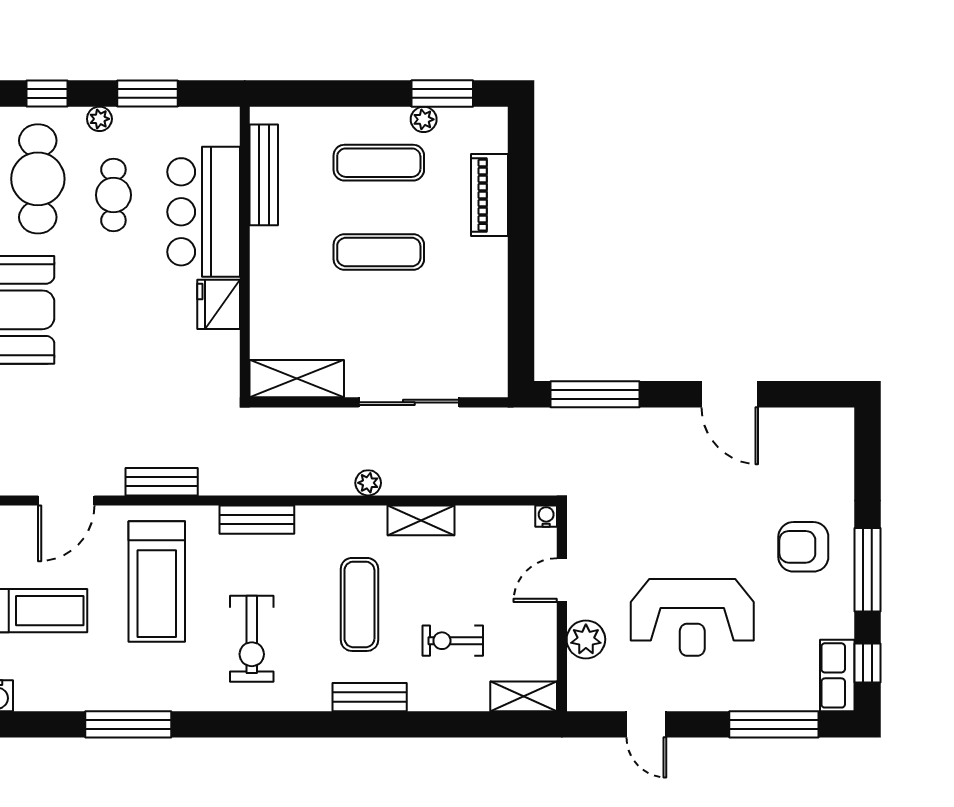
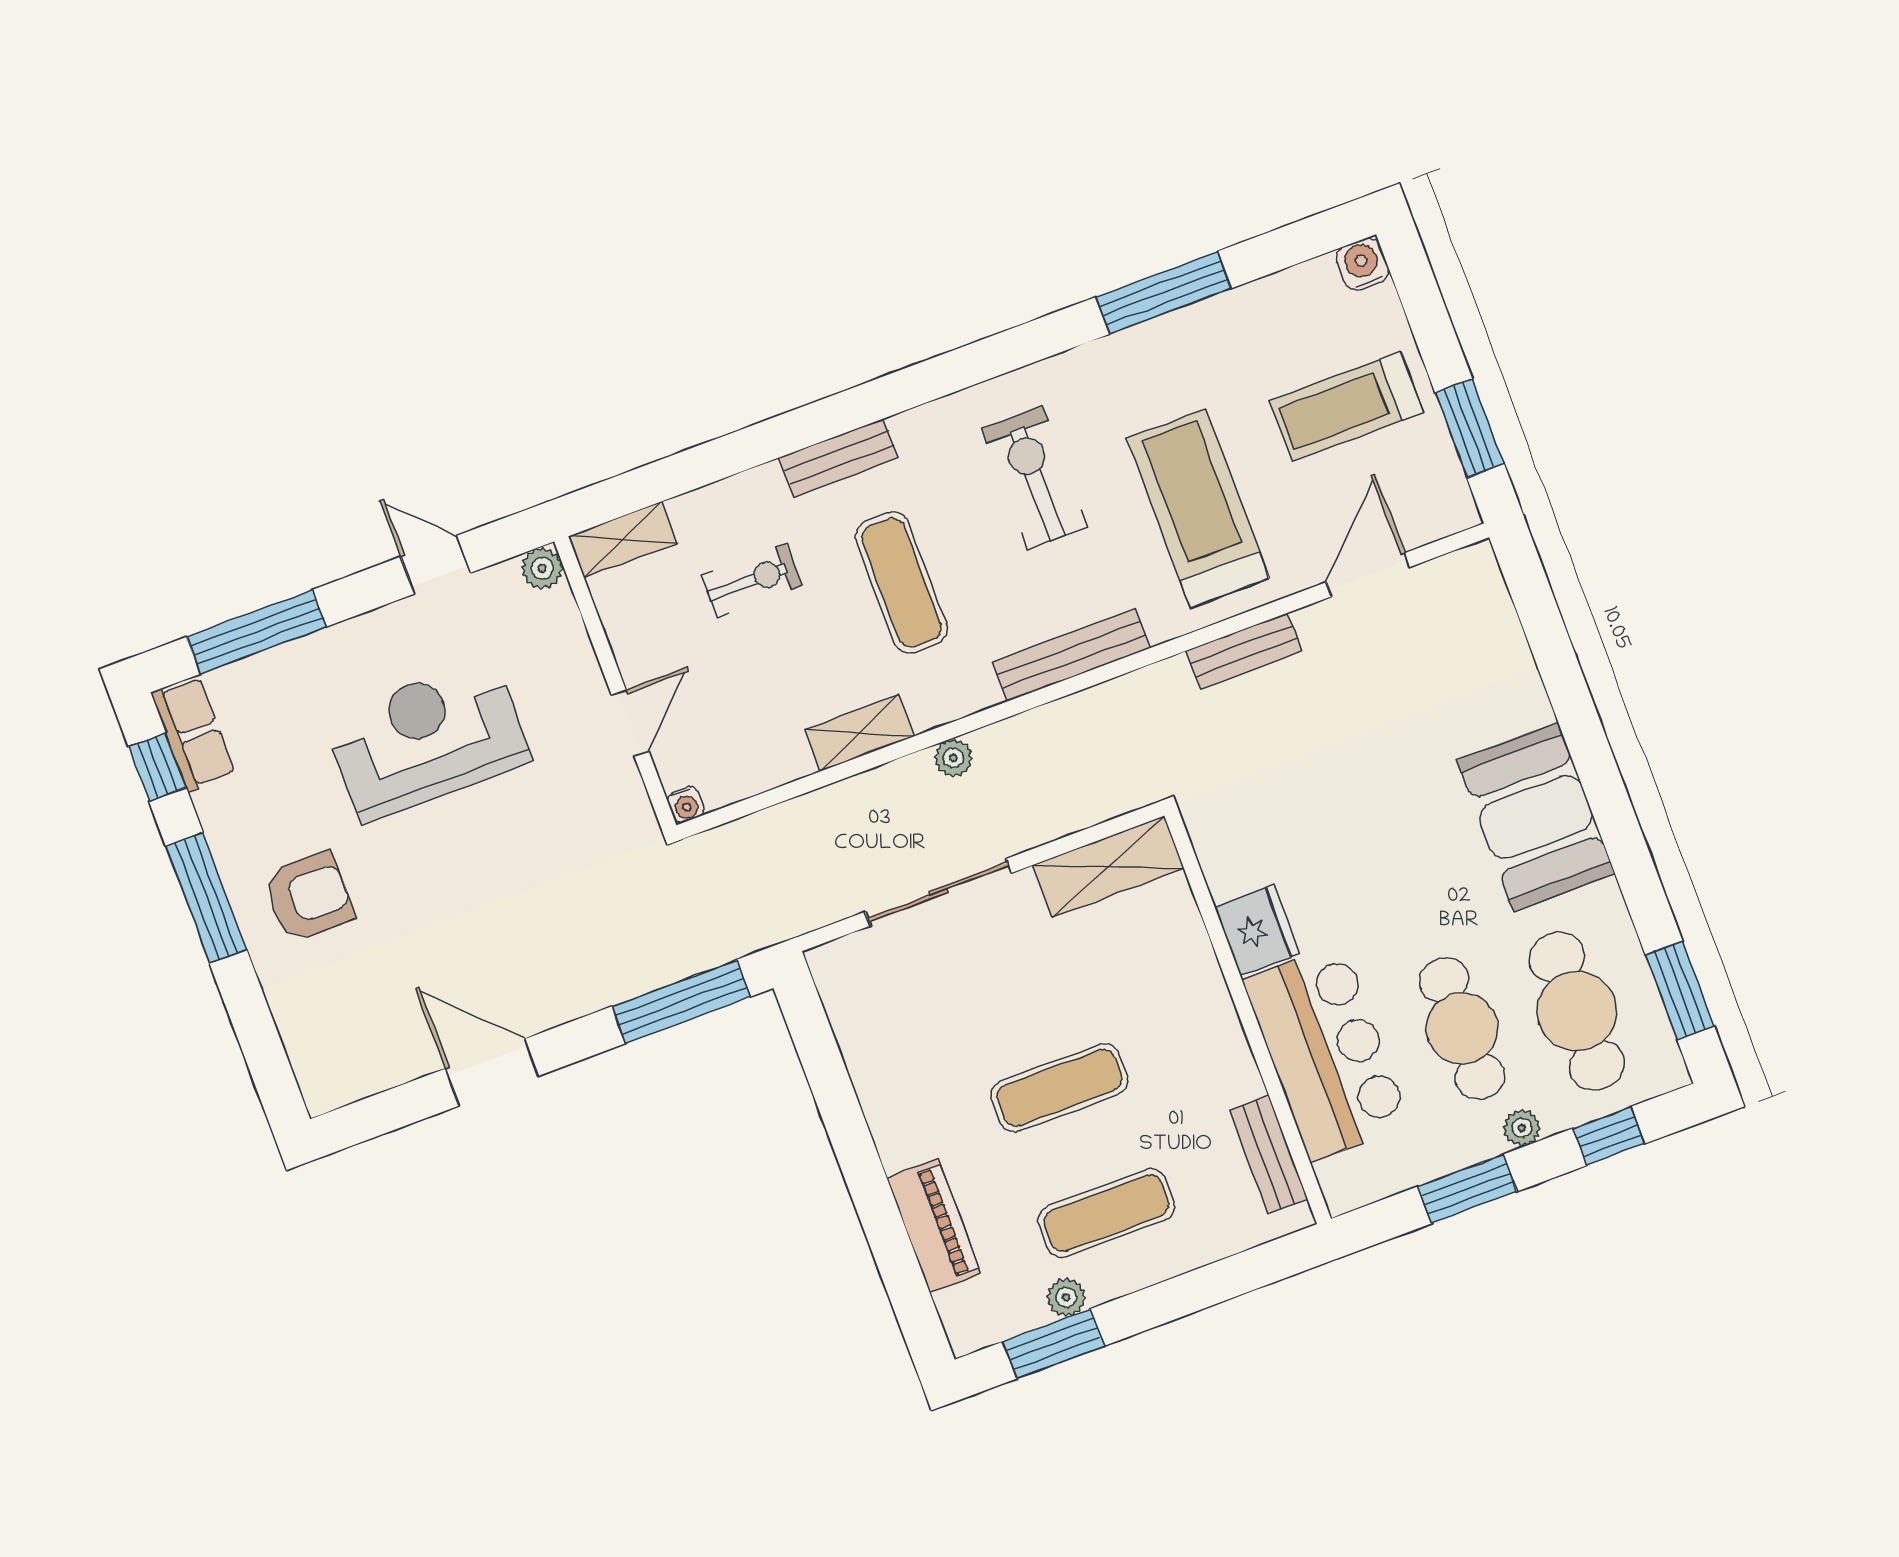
bench: (264, 175) -> (1269, 1154), width x0.73
cafe table: (113, 195) -> (1462, 1028), width x1.37, depth x1.35
bench: (257, 520) -> (1071, 655), width x1.36
plant: (586, 639) -> (542, 568), moved, width x0.73, depth x0.73

